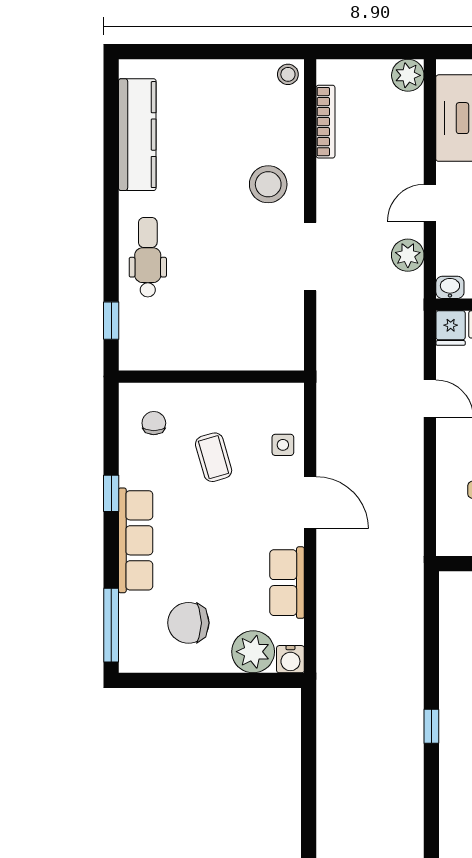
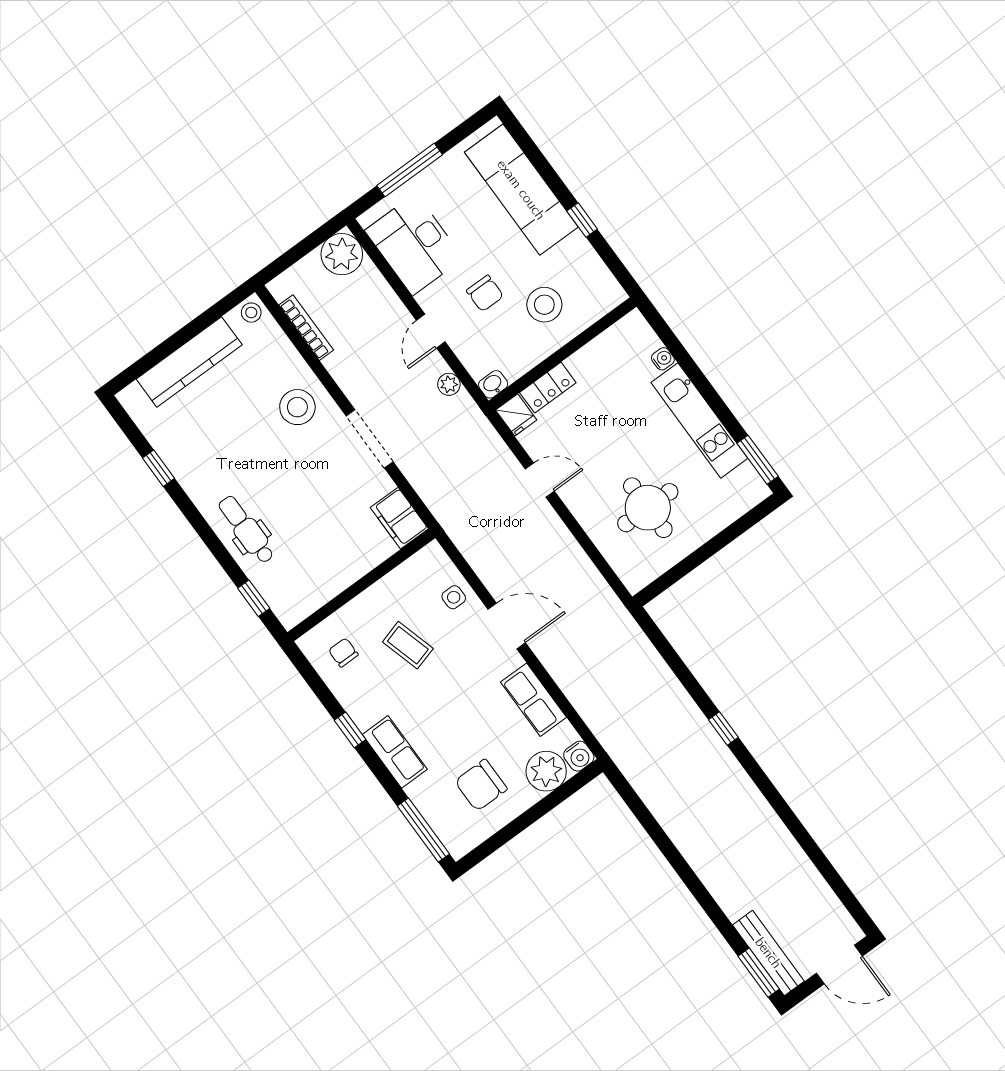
plant: (408, 75) -> (342, 254), width x1.36, depth x1.36
kitchen counter: (137, 135) -> (189, 362), moved, turned 90
window: (111, 150) -> (159, 468), added
plant: (408, 255) -> (449, 384), width x0.73, depth x0.73
filing cabinet: (286, 343) -> (399, 518), added
row of seats: (136, 540) -> (395, 752), width x0.68

